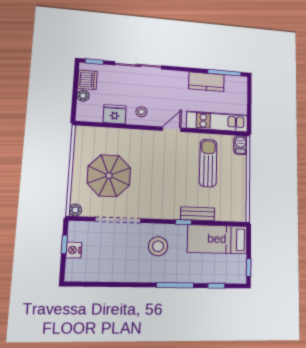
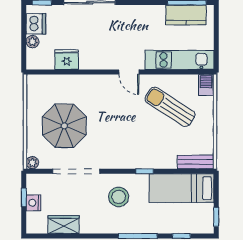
kitchen counter: (206, 82) -> (186, 15), moved
stool: (141, 112) -> (95, 55), removed
door: (172, 129) -> (129, 72), swing flipped
sun lounger: (208, 163) -> (170, 107), turned -57
bench: (198, 214) -> (196, 162), moved
wardrobe: (103, 273) -> (64, 225), added

